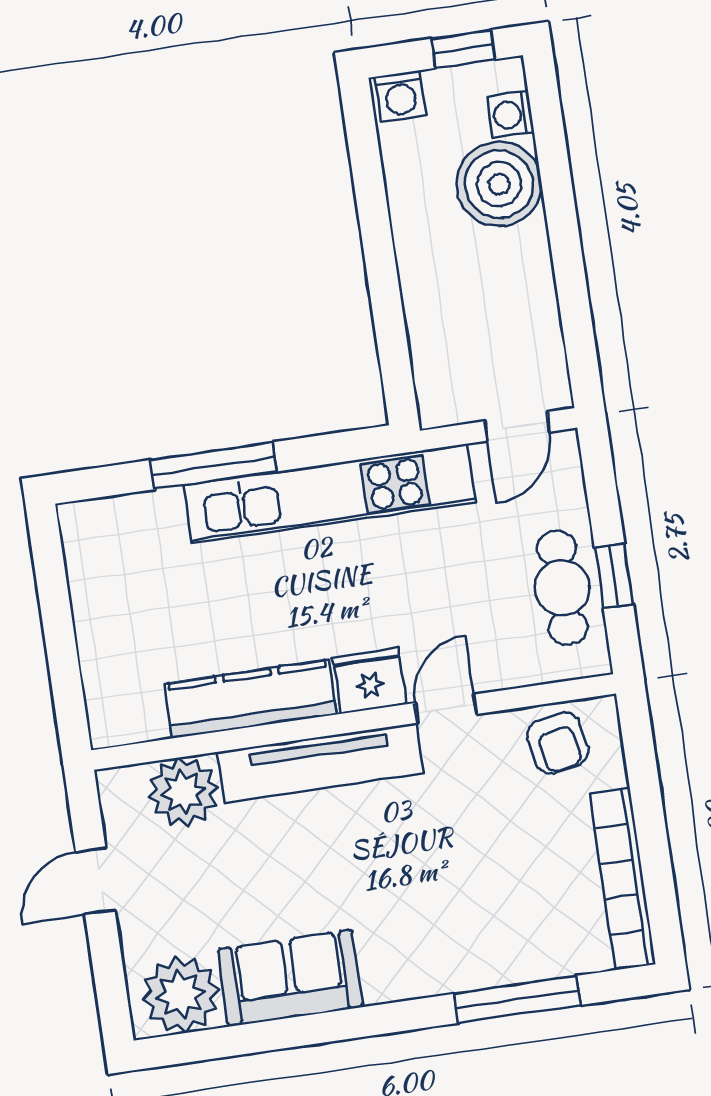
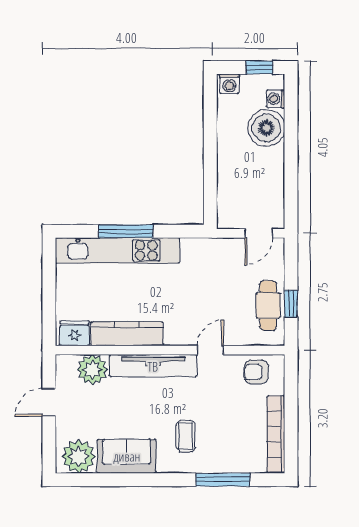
kitchen unit: (330, 494) -> (118, 250), moved
fridge: (370, 681) -> (75, 333), moved
armchair: (558, 743) -> (256, 372), turned 101
coffee table: (418, 913) -> (186, 436), added

